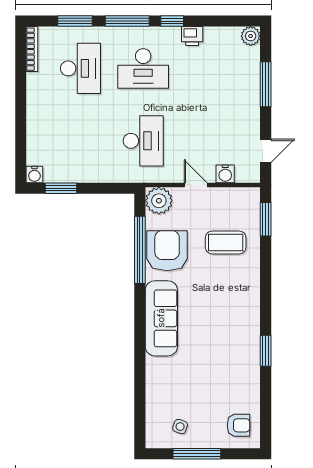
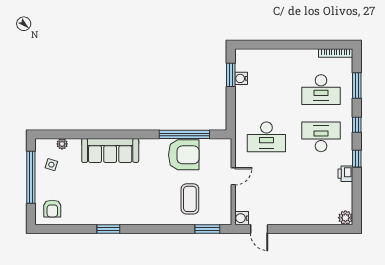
window: (127, 21) -> (357, 125), width x0.46
desk: (143, 68) -> (321, 137), turned 90
window: (266, 84) -> (309, 229), removed
water cooler: (225, 174) -> (242, 218), moved
water cooler: (34, 175) -> (241, 78), moved
plant: (159, 201) -> (62, 144), moved, width x0.53, depth x0.53
sofa: (161, 318) -> (110, 151), moved
window: (197, 454) -> (31, 177), width x1.46

